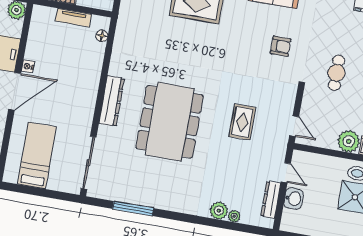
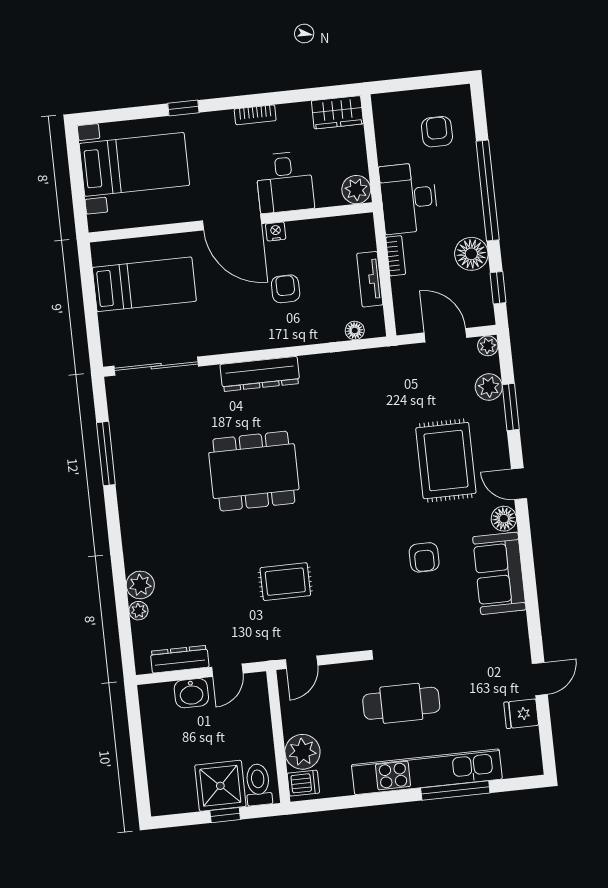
armchair: (281, 46) -> (424, 557), moved
armchair: (64, 70) -> (286, 289), added
cafe table: (336, 73) -> (401, 703), width x1.37, depth x1.35
dining table: (170, 122) -> (254, 471), width x0.73, depth x0.80

